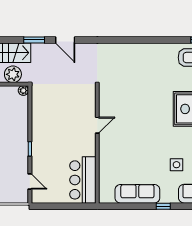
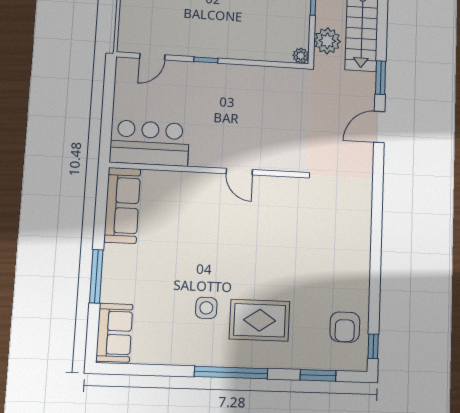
side table: (176, 165) -> (206, 308), moved
sofa: (137, 194) -> (122, 205), moved
window: (163, 206) -> (96, 276), width x2.17

